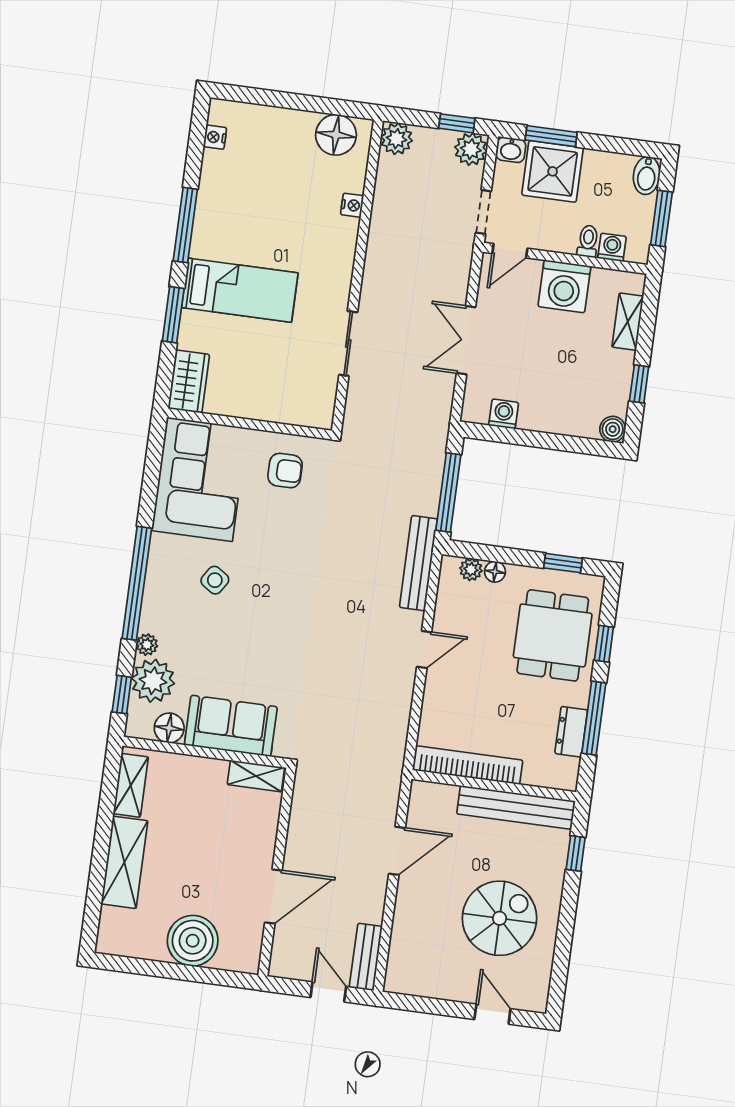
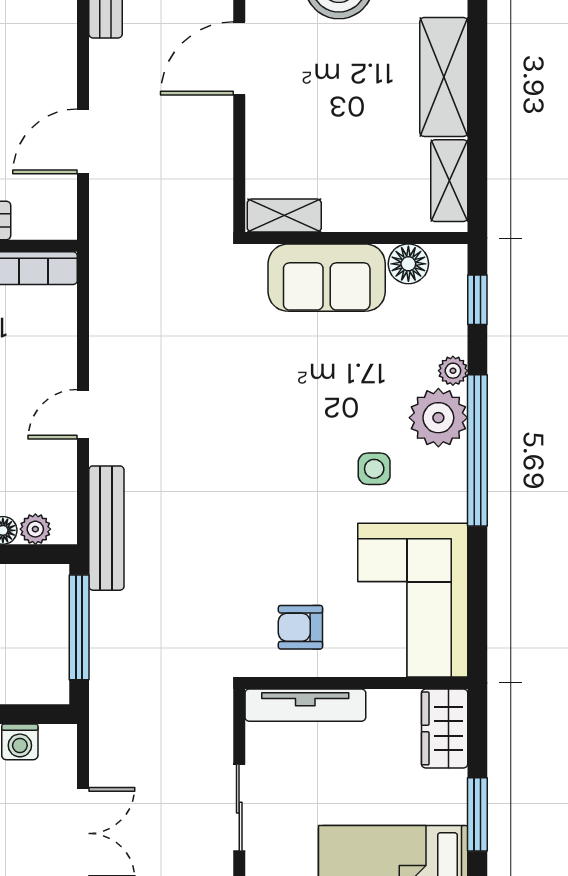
tv unit: (289, 413) -> (305, 705), added
side table: (215, 580) -> (374, 469), turned -33
plant: (153, 681) -> (438, 418), moved

